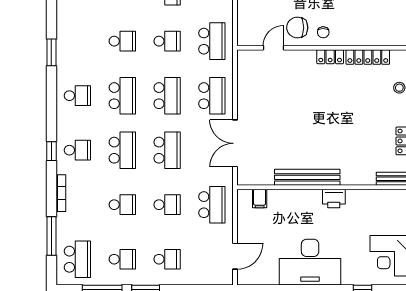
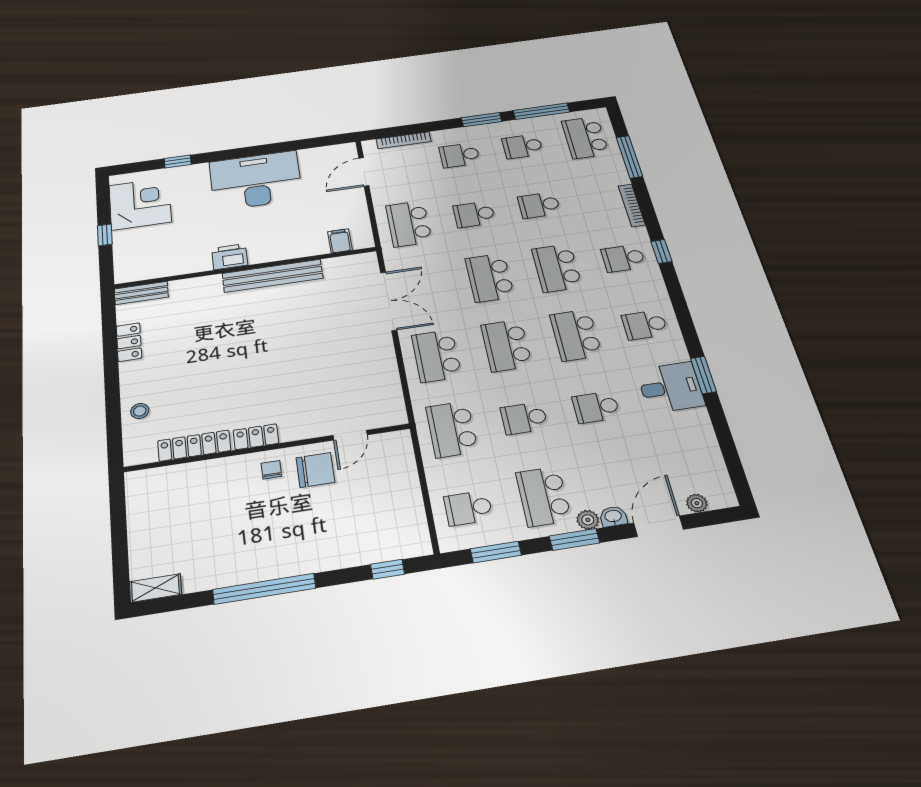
desk: (74, 47) -> (670, 387), added
bookcase: (203, 280) -> (404, 140), added

